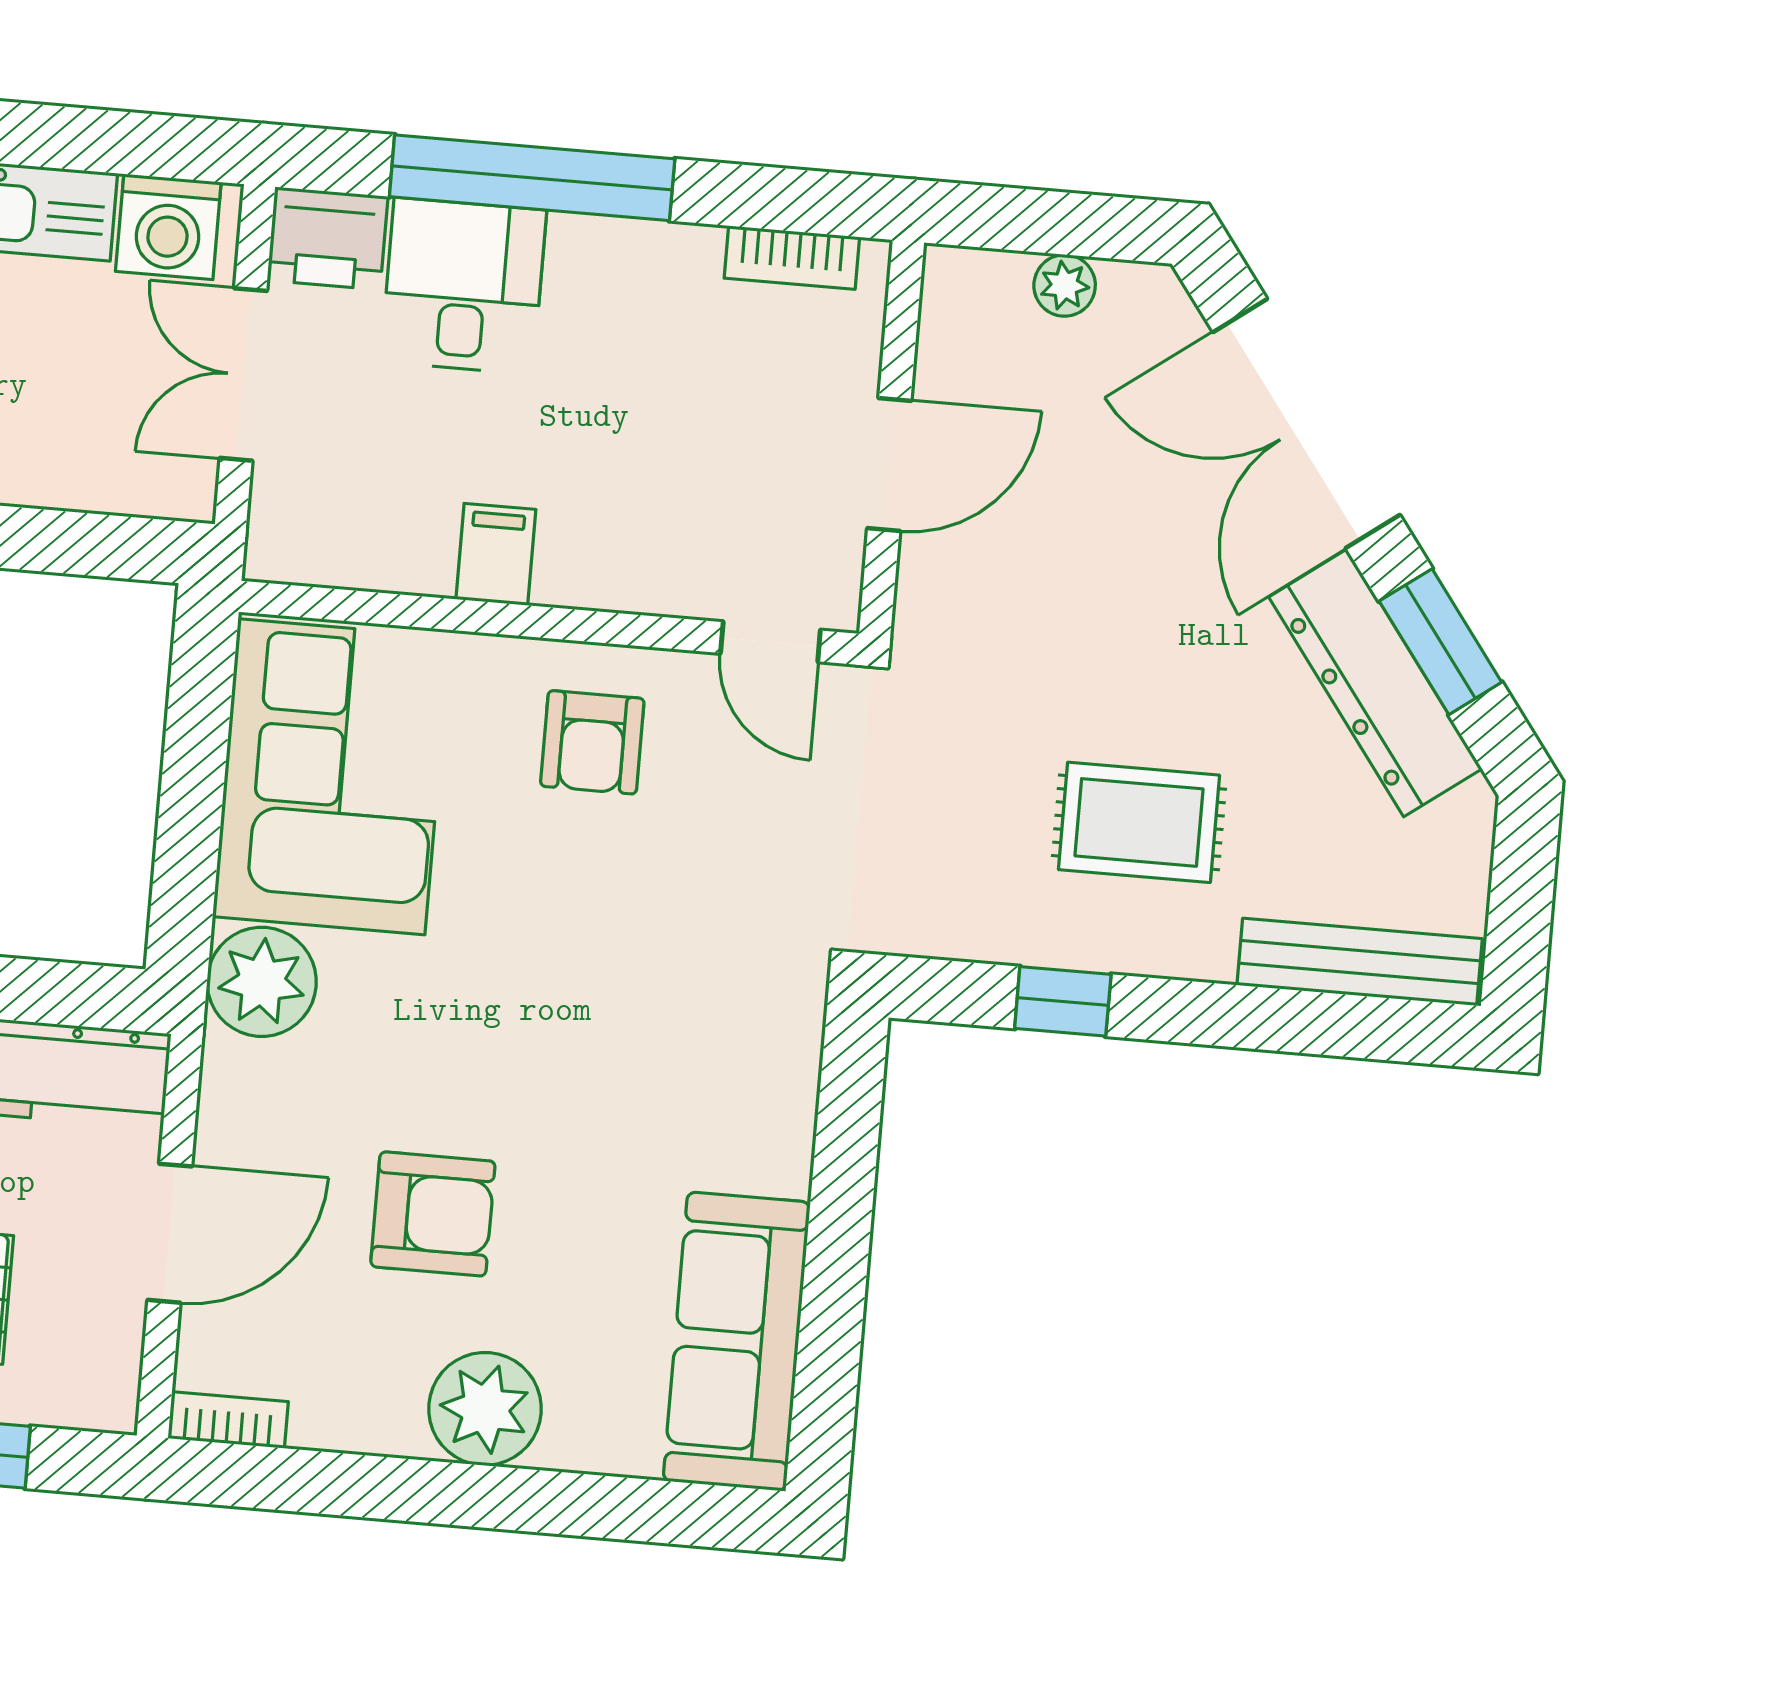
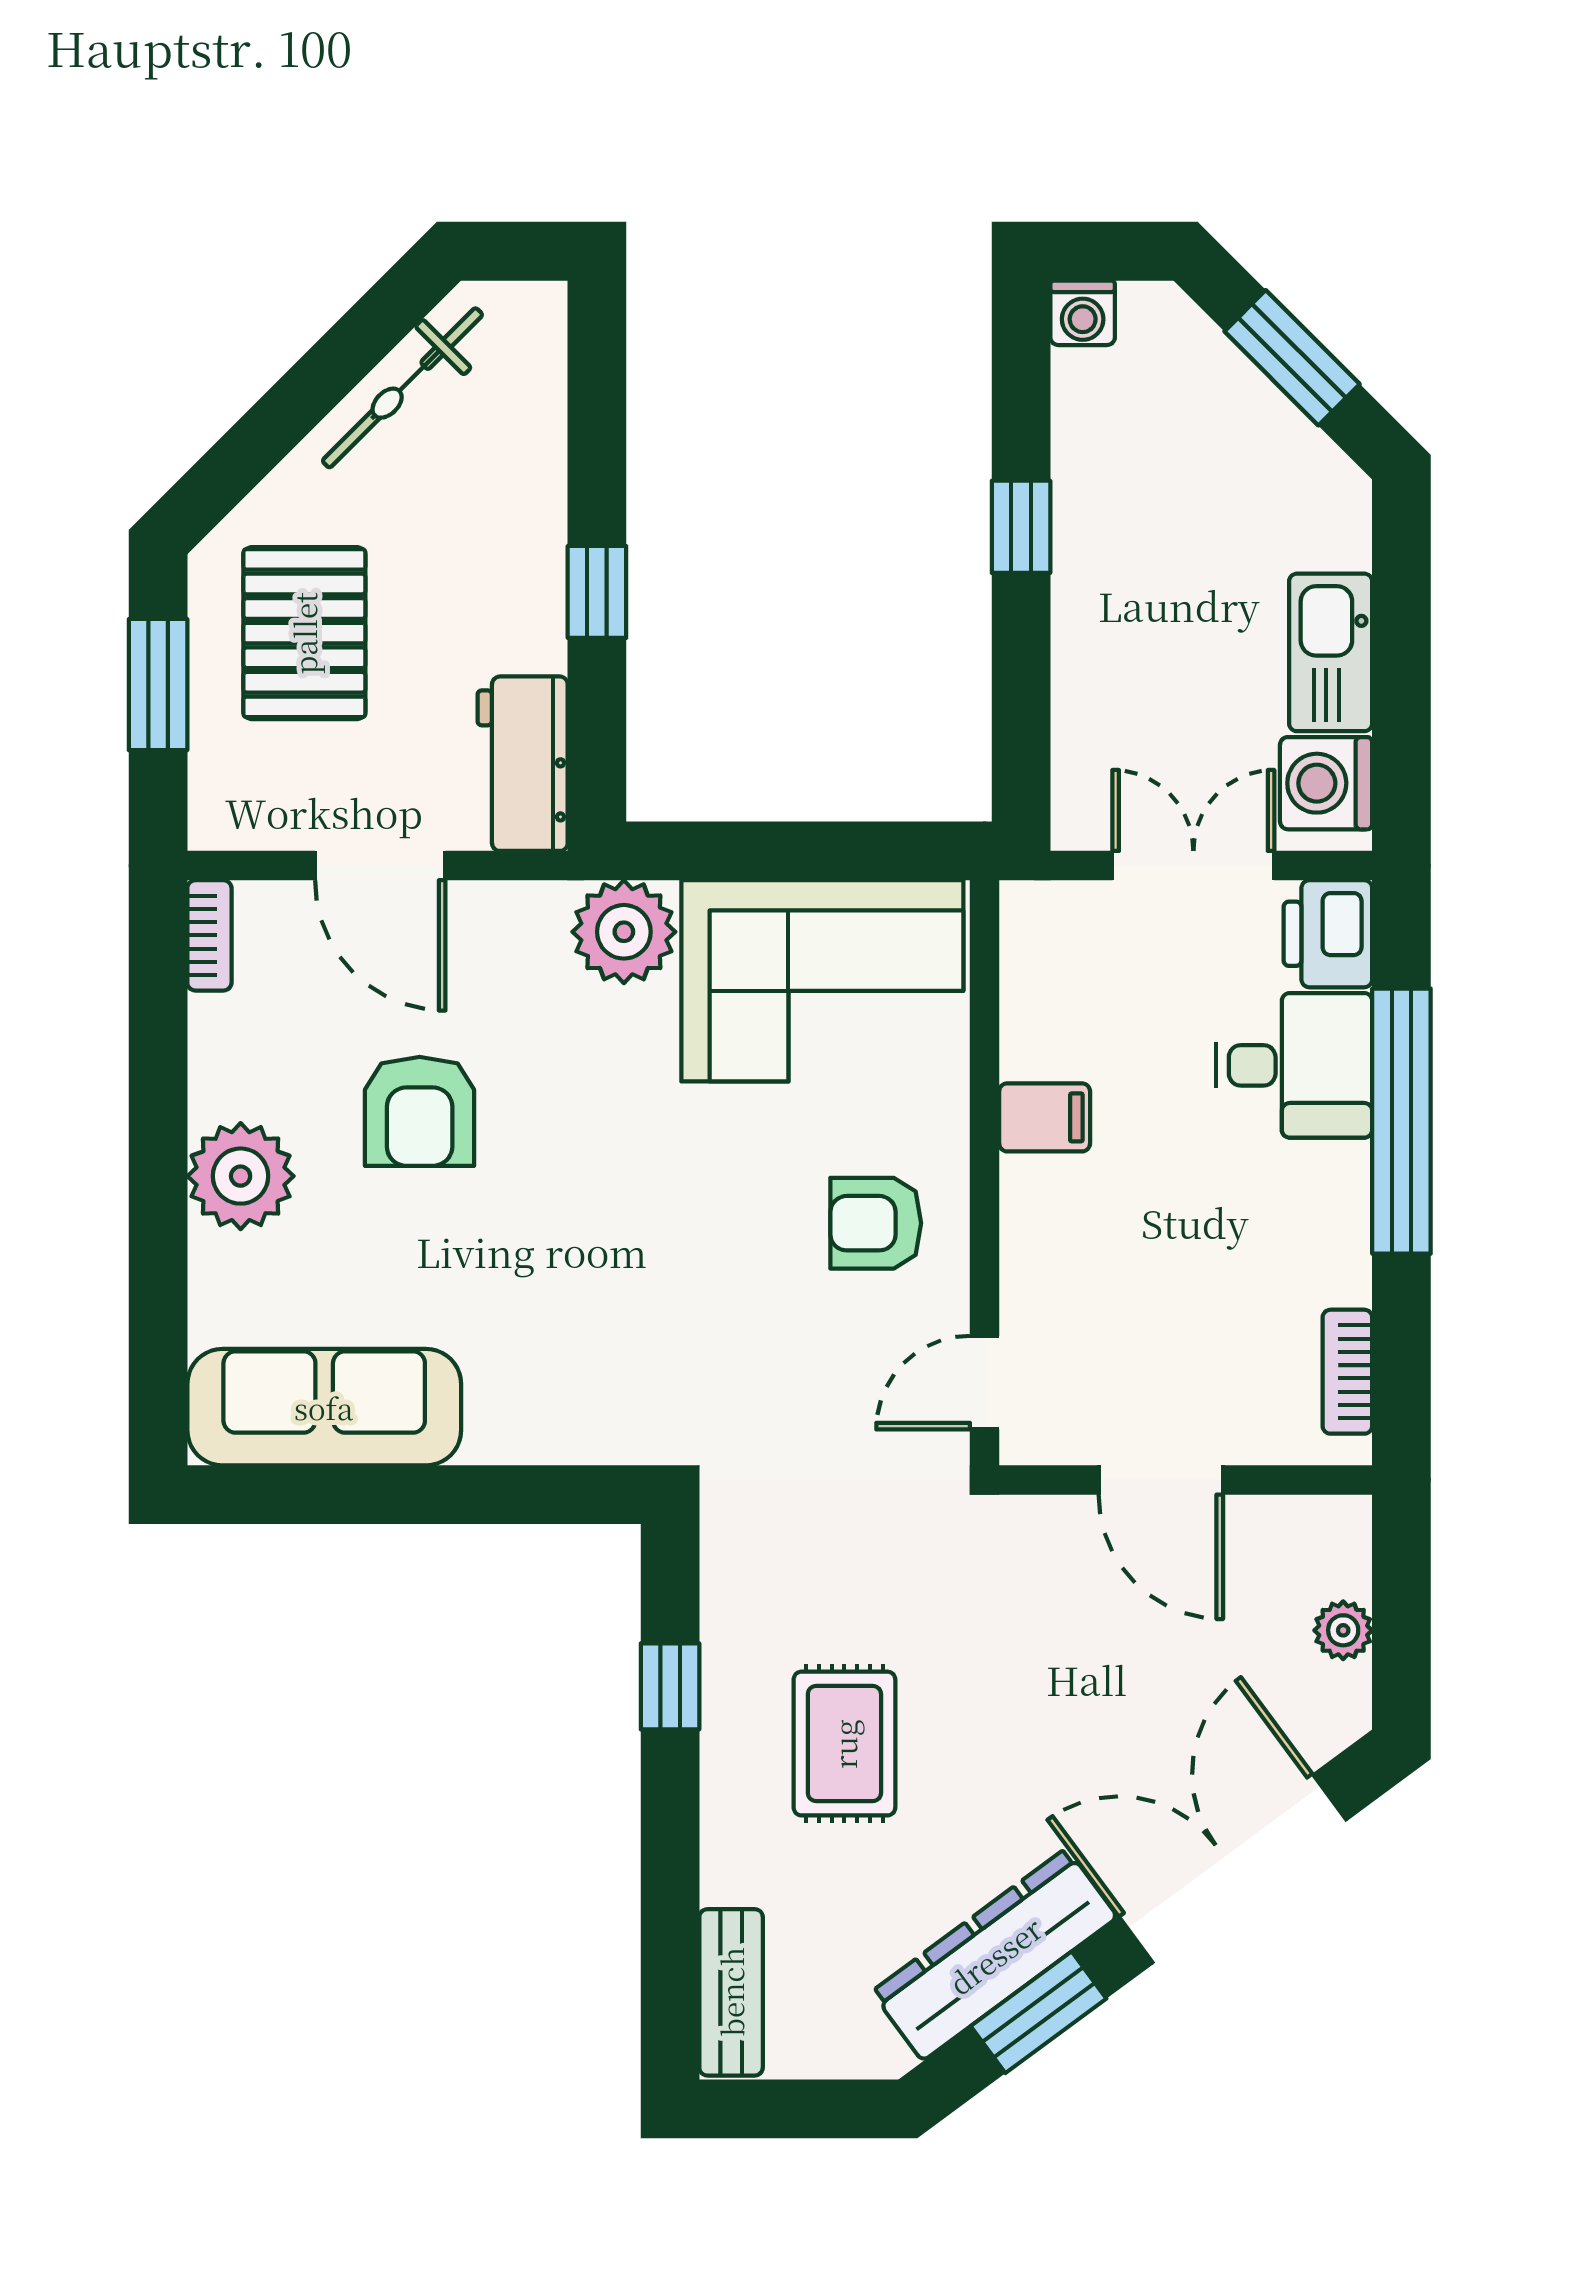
bench: (1360, 962) -> (731, 1992), width x0.73

